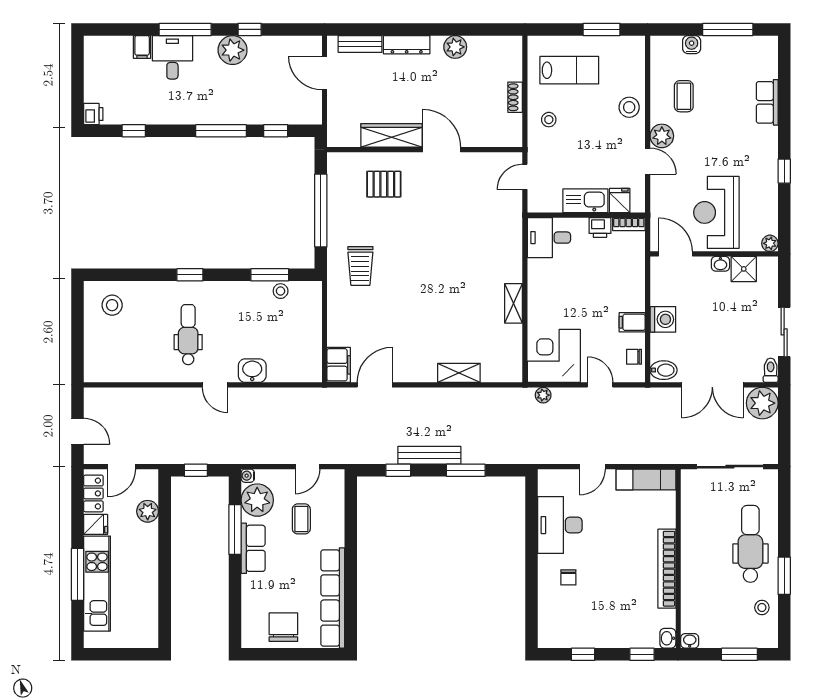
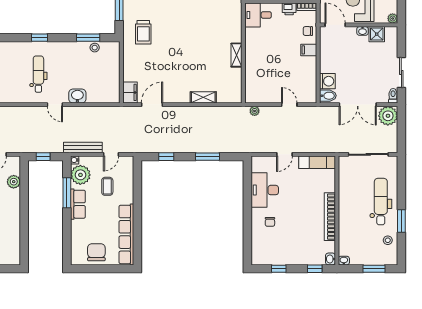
washing machine: (663, 319) -> (327, 81), moved
filing cabinet: (632, 322) -> (309, 50), moved
corner desk: (554, 356) -> (261, 87), removed
chair: (634, 357) -> (308, 31), moved
bench: (429, 455) -> (83, 148), moved

